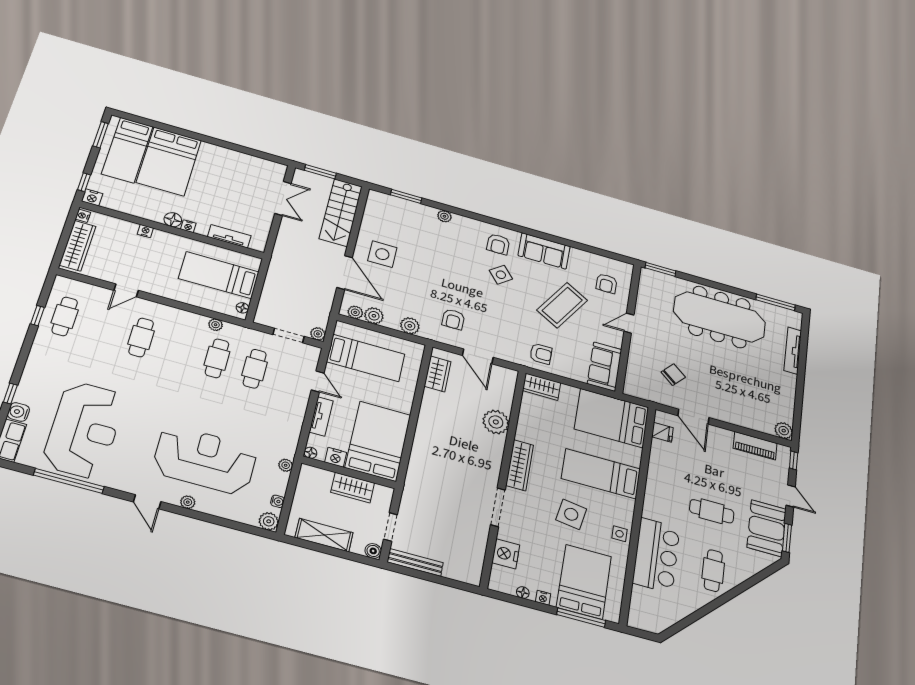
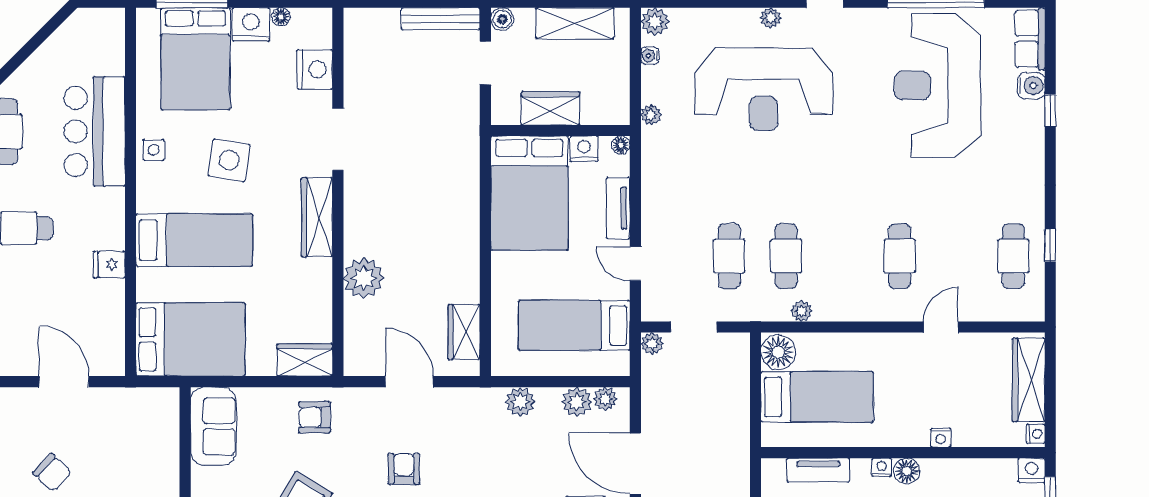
floor lamp: (242, 308) -> (778, 352), width x1.89, depth x1.89
armchair: (453, 319) -> (404, 469), moved
chair: (673, 375) -> (52, 473), moved, turned -88
fridge: (662, 432) -> (109, 265), moved
nightstand: (543, 598) -> (251, 25), width x1.89, depth x1.79

